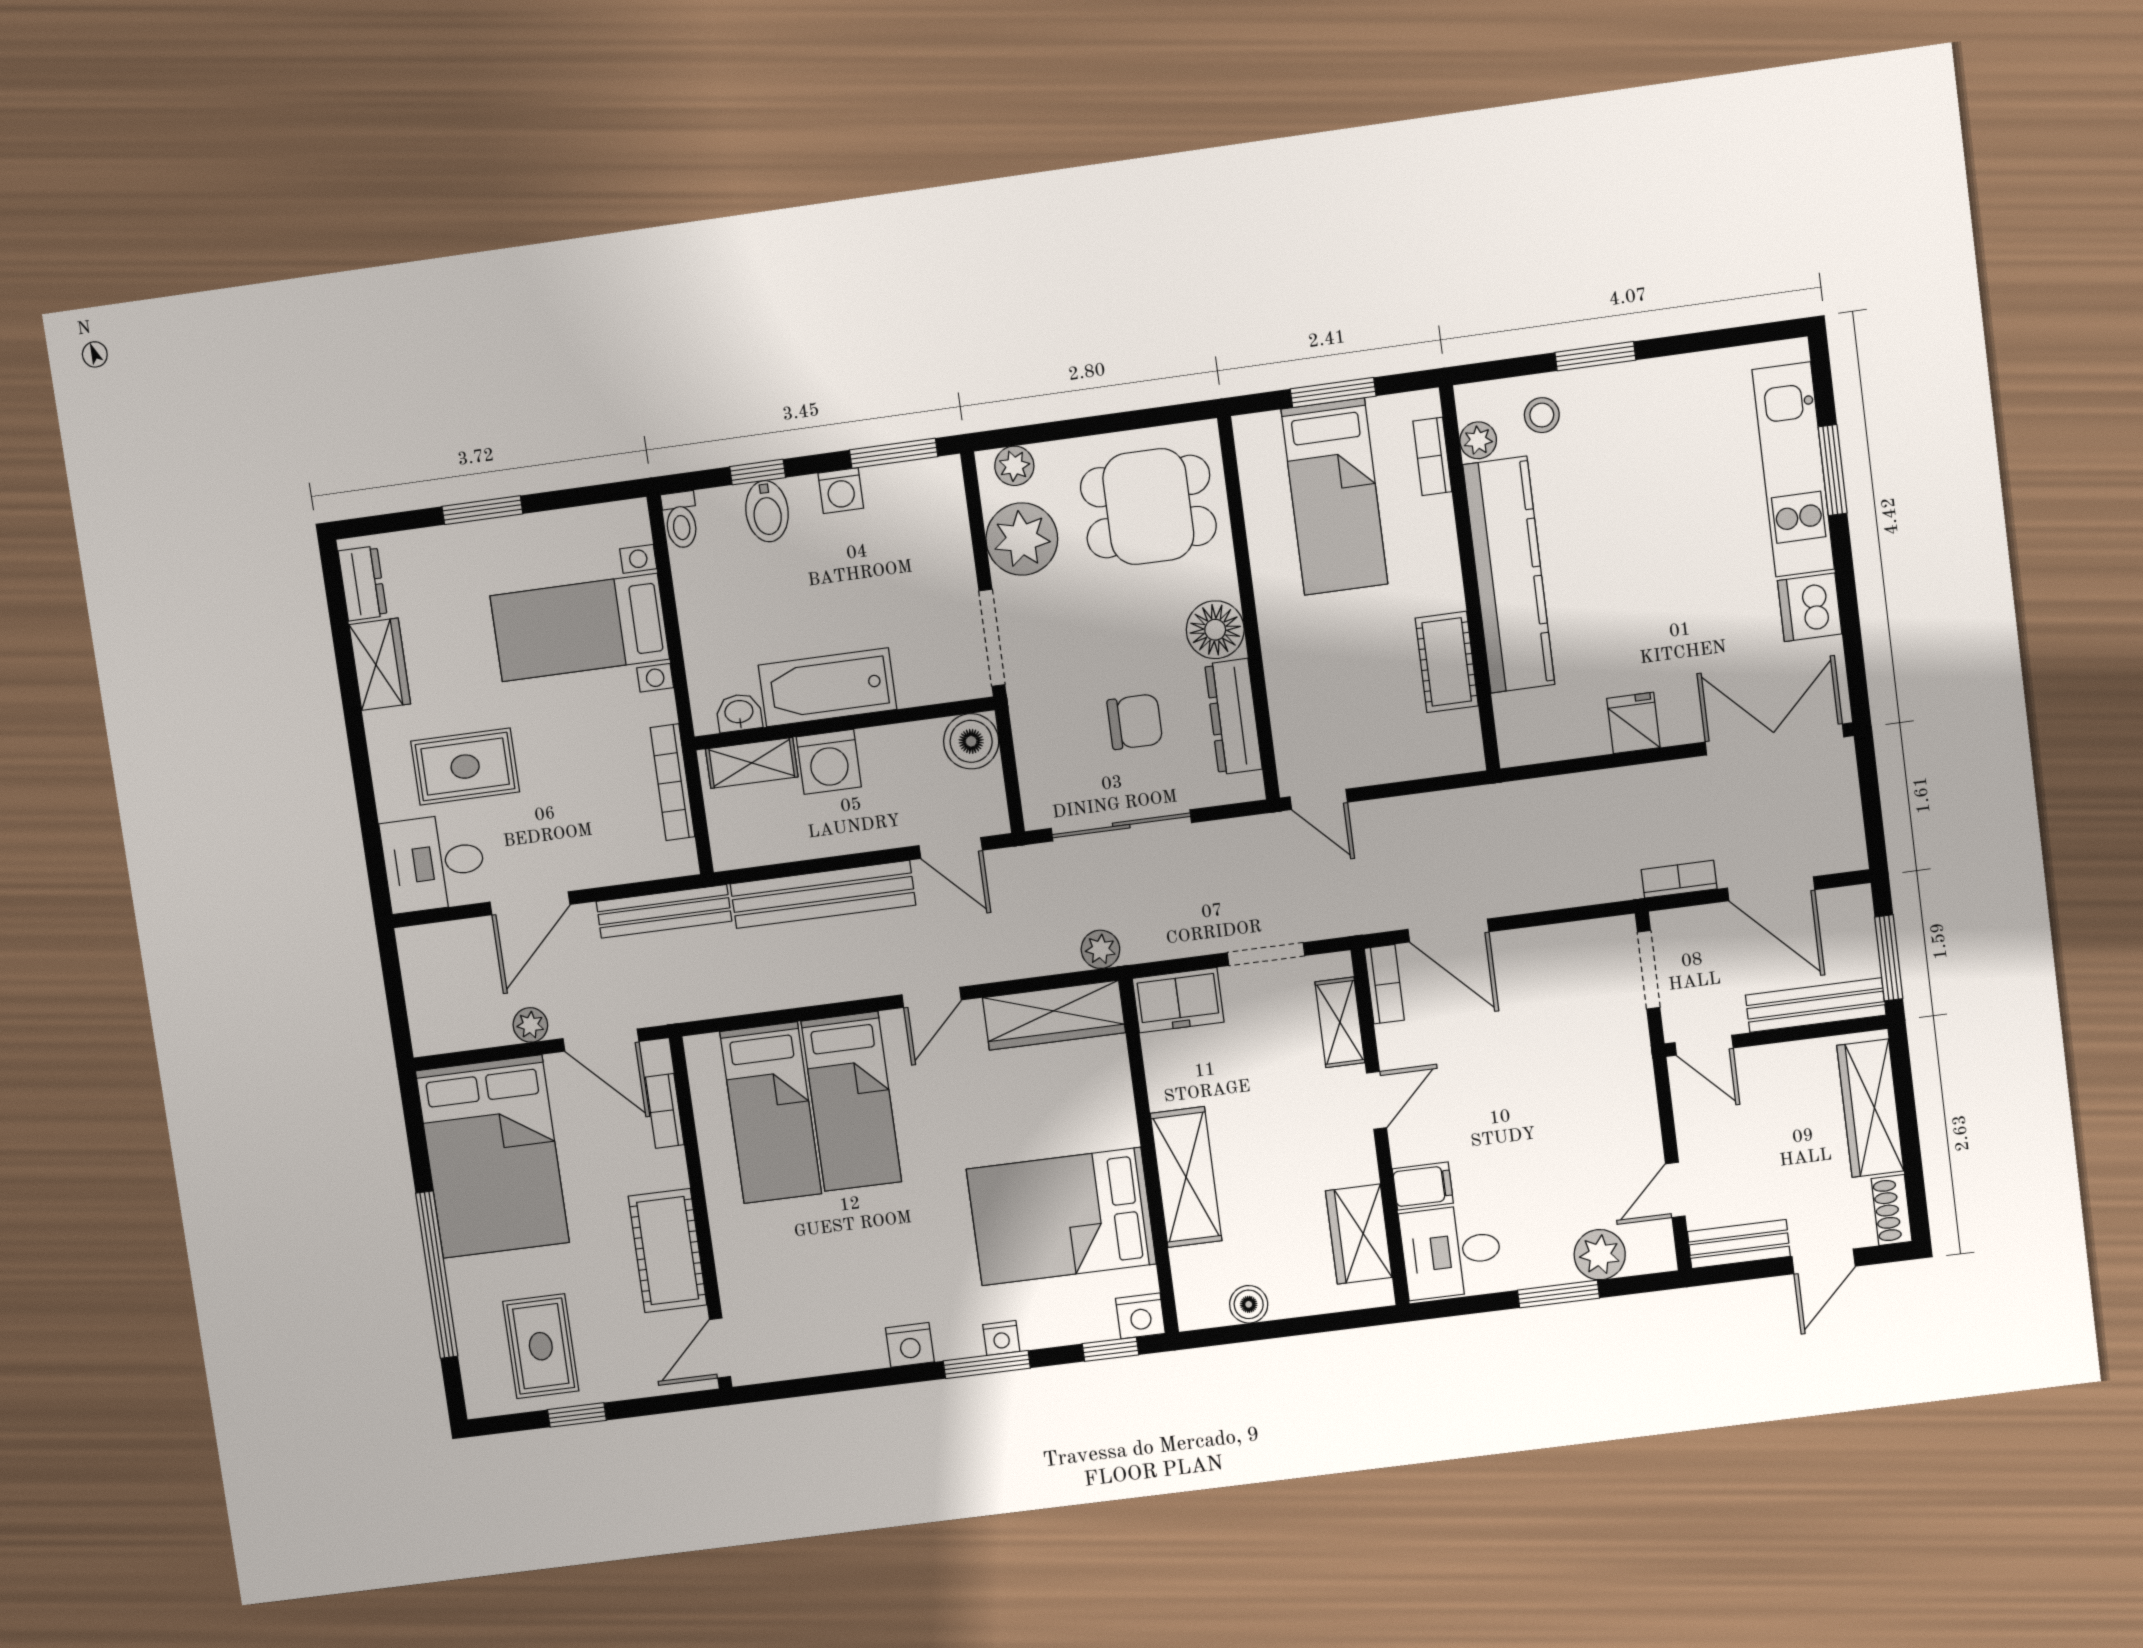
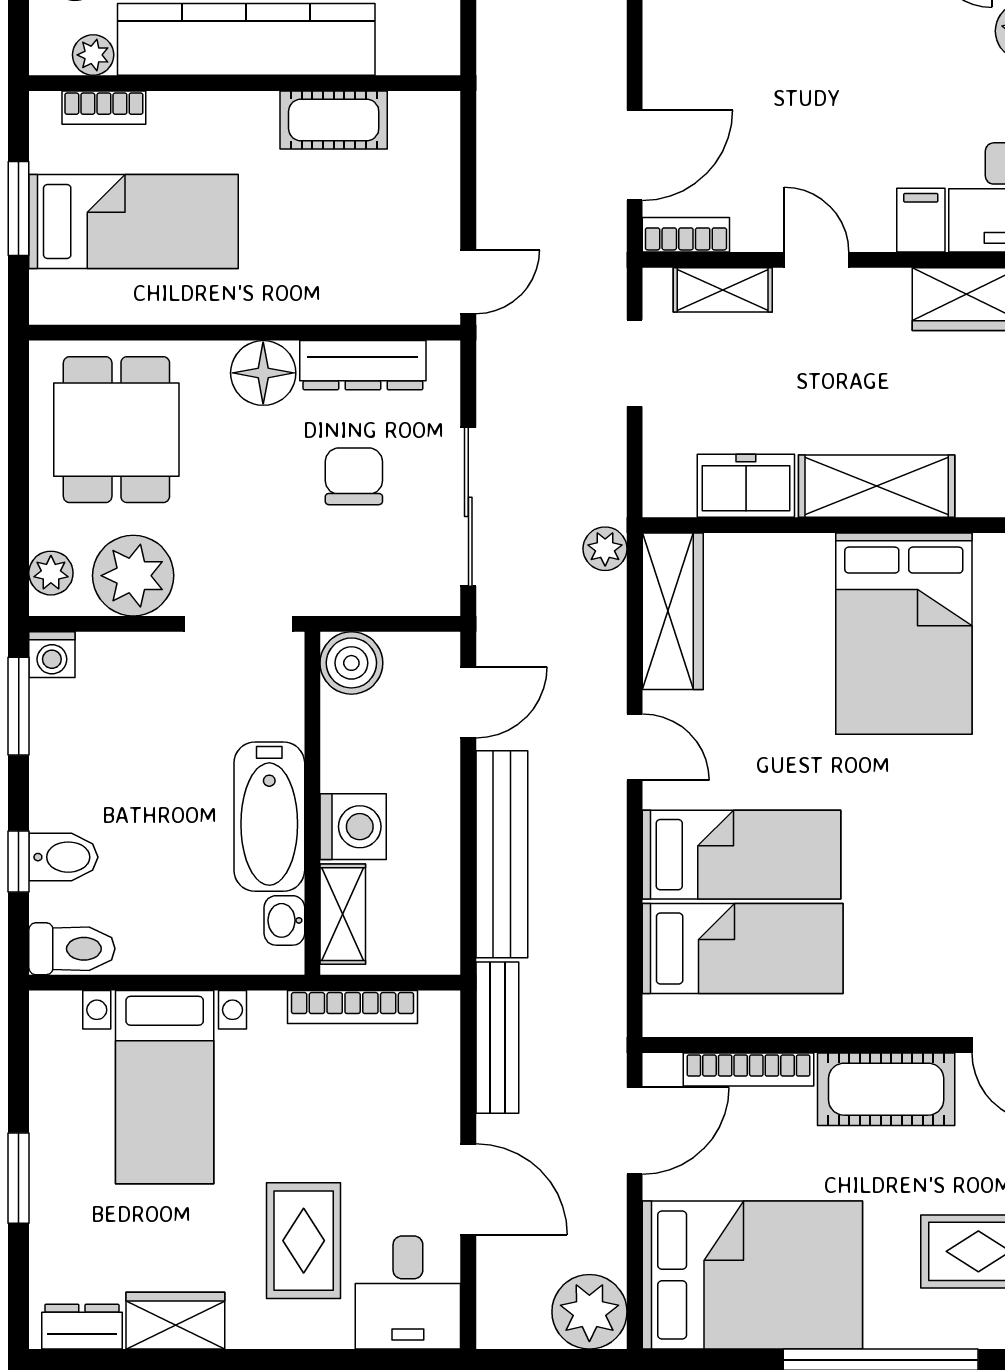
washing machine: (841, 491) -> (52, 655), moved, turned 90
toilet: (681, 520) -> (72, 949), width x1.37, depth x1.39
freezer: (1178, 1000) -> (746, 486), moved, turned -90
plant: (530, 1025) -> (589, 1312), moved, width x1.87, depth x1.87
bookcase: (665, 1111) -> (748, 1069), width x1.56

